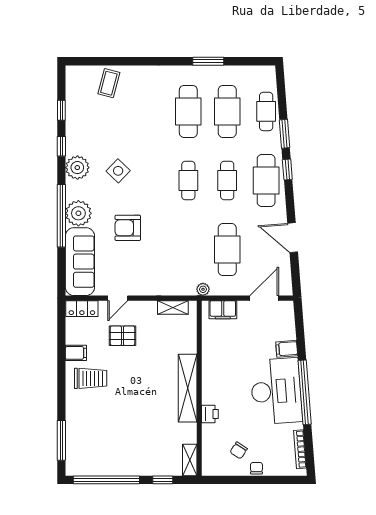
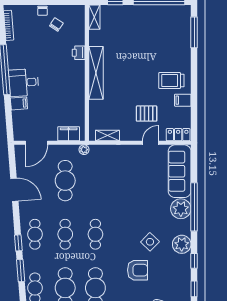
cafe table: (266, 181) -> (35, 234), width x0.73, depth x0.74
armchair: (128, 228) -> (137, 270), moved
desk: (276, 391) -> (24, 83), width x0.53, depth x0.77

